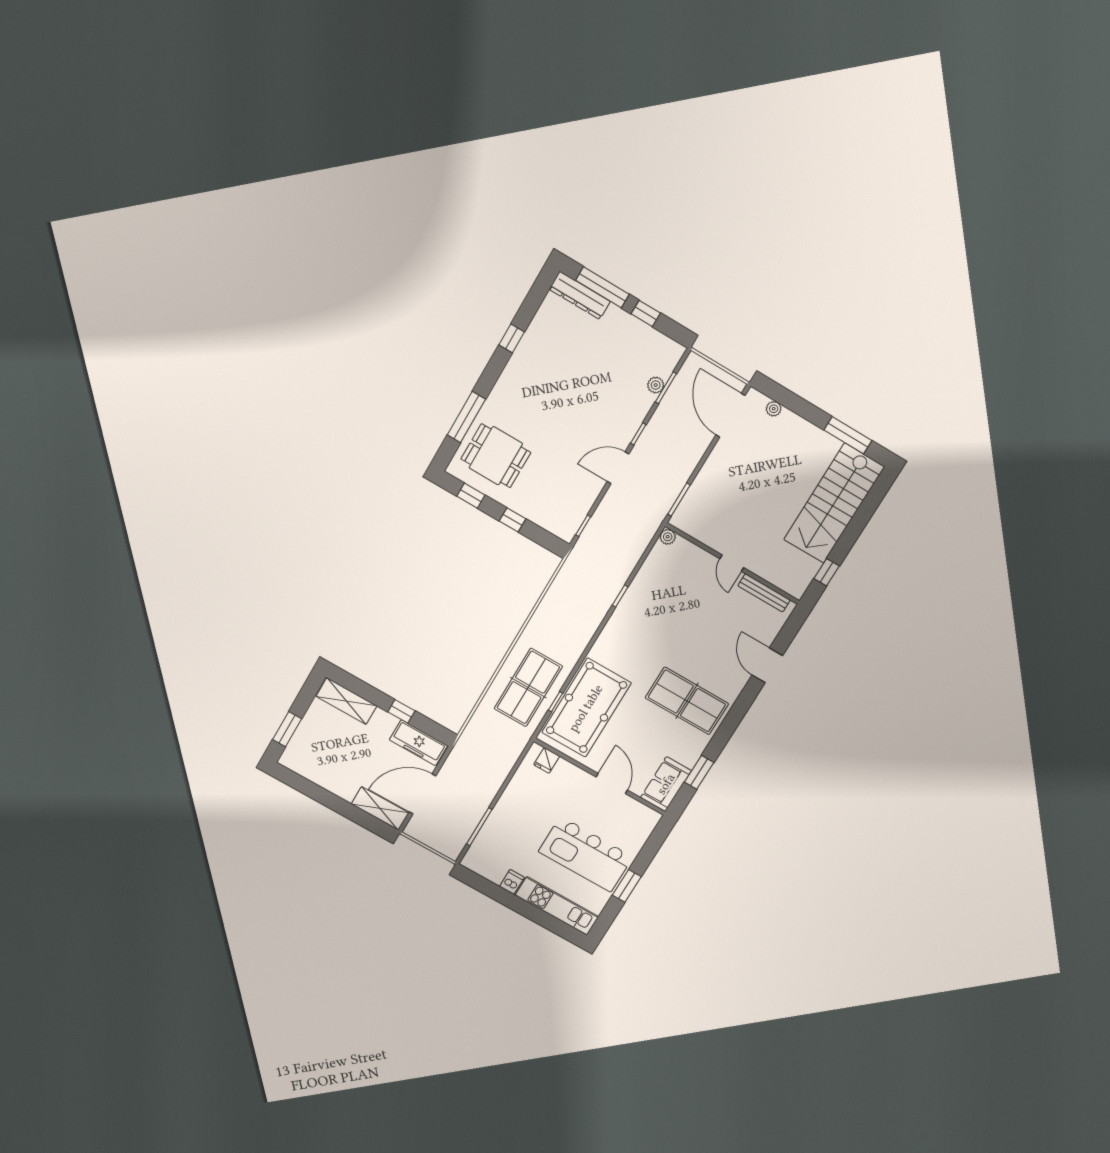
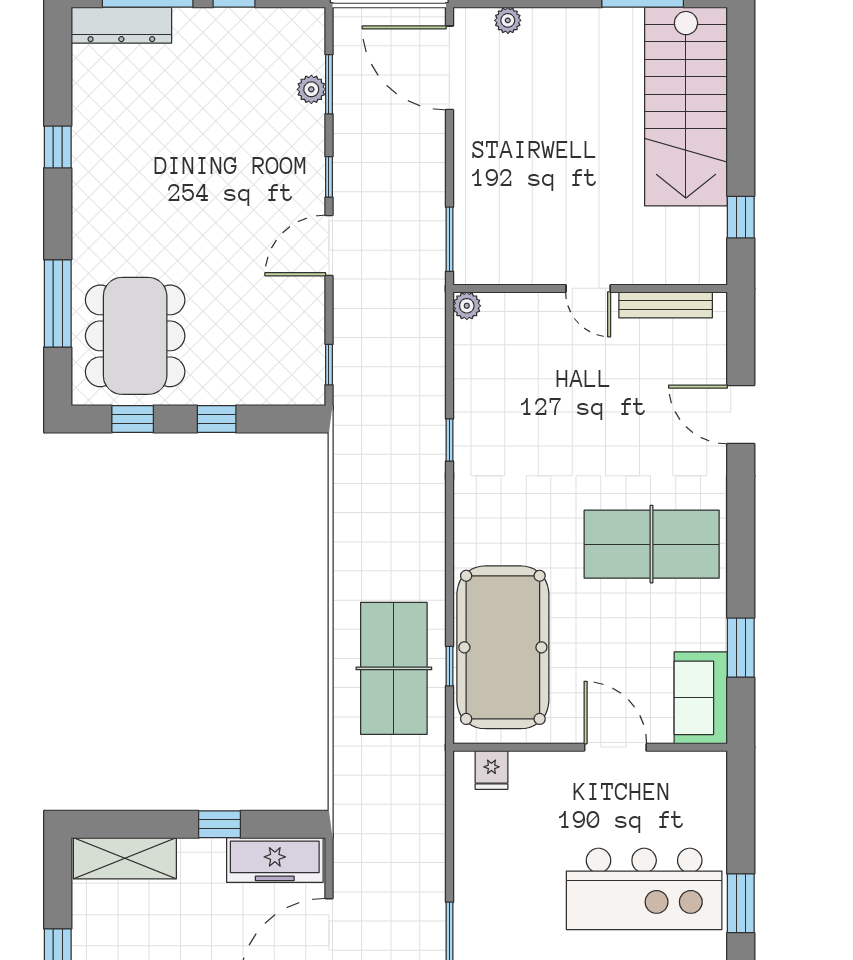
dining table: (496, 456) -> (135, 336), width x1.38

